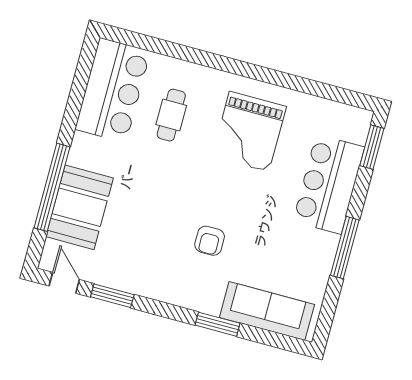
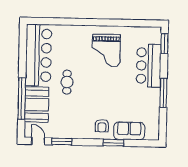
bar counter: (113, 90) -> (38, 55), width x1.36
cafe table: (171, 115) -> (67, 82), moved
armchair: (210, 241) -> (102, 126), moved
sofa: (267, 311) -> (129, 131), width x0.73

